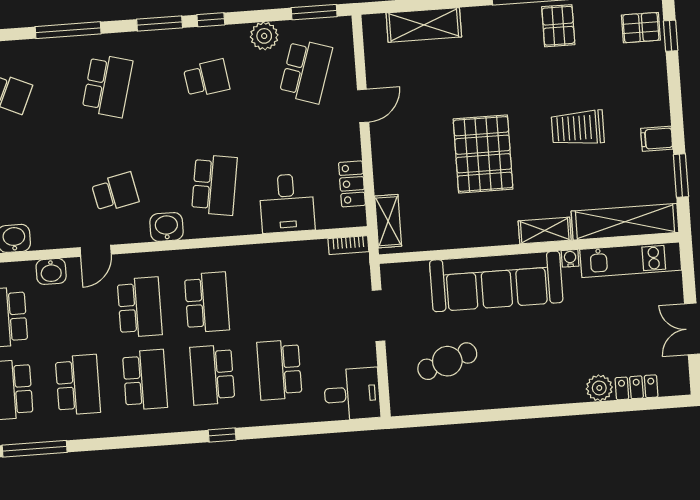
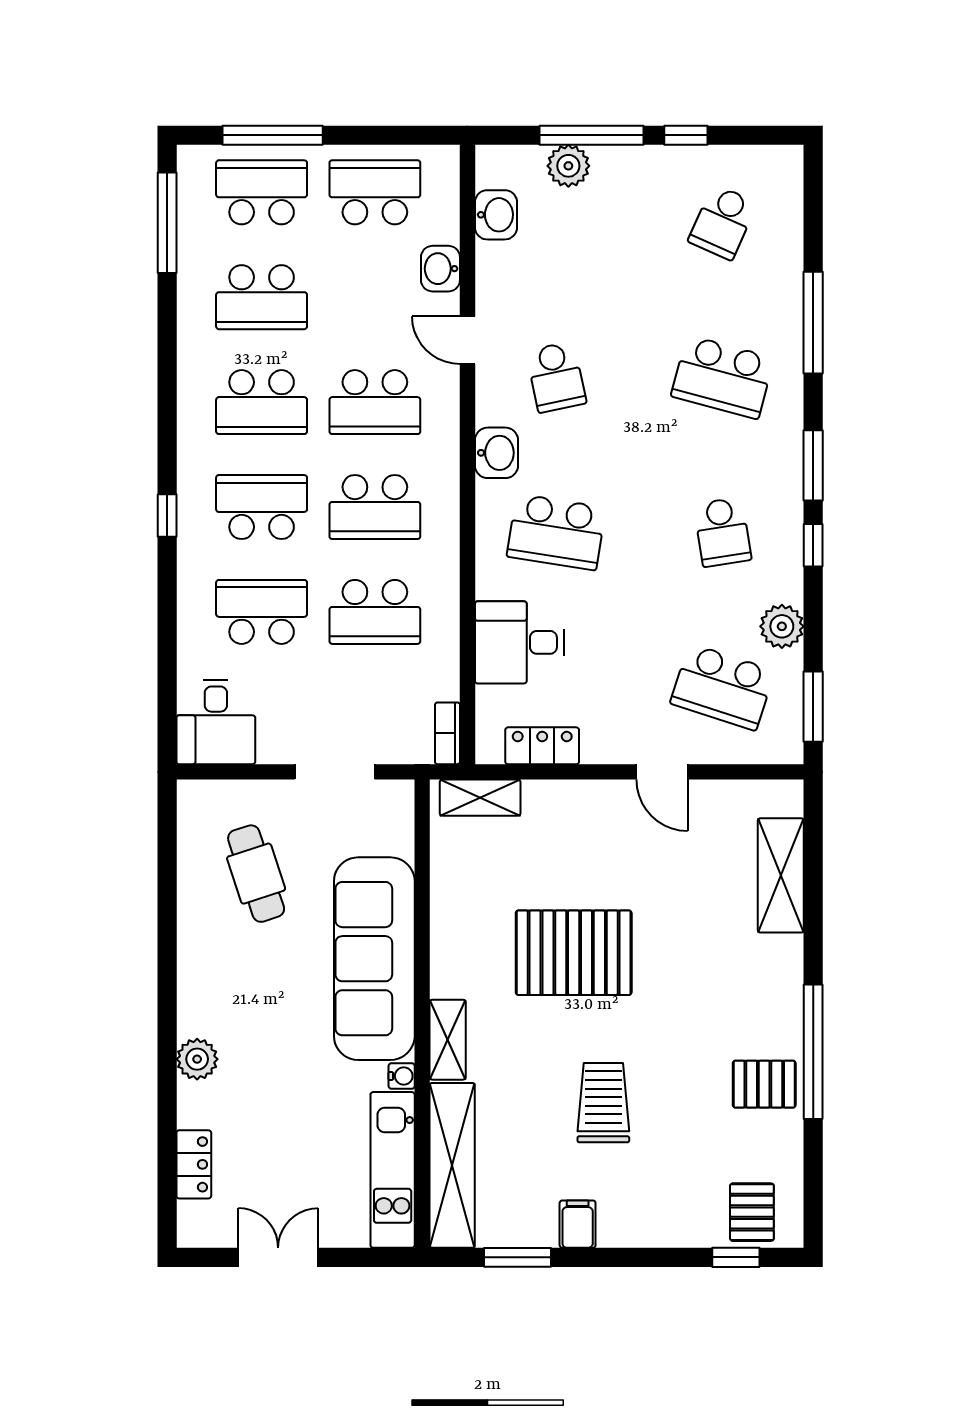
school desk: (274, 297) -> (375, 612), added
plant: (599, 388) -> (197, 1059), moved

